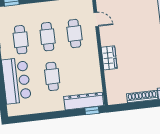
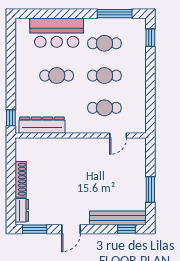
wardrobe: (109, 58) -> (71, 145), removed
dresser: (84, 101) -> (42, 125), moved, turned -90

